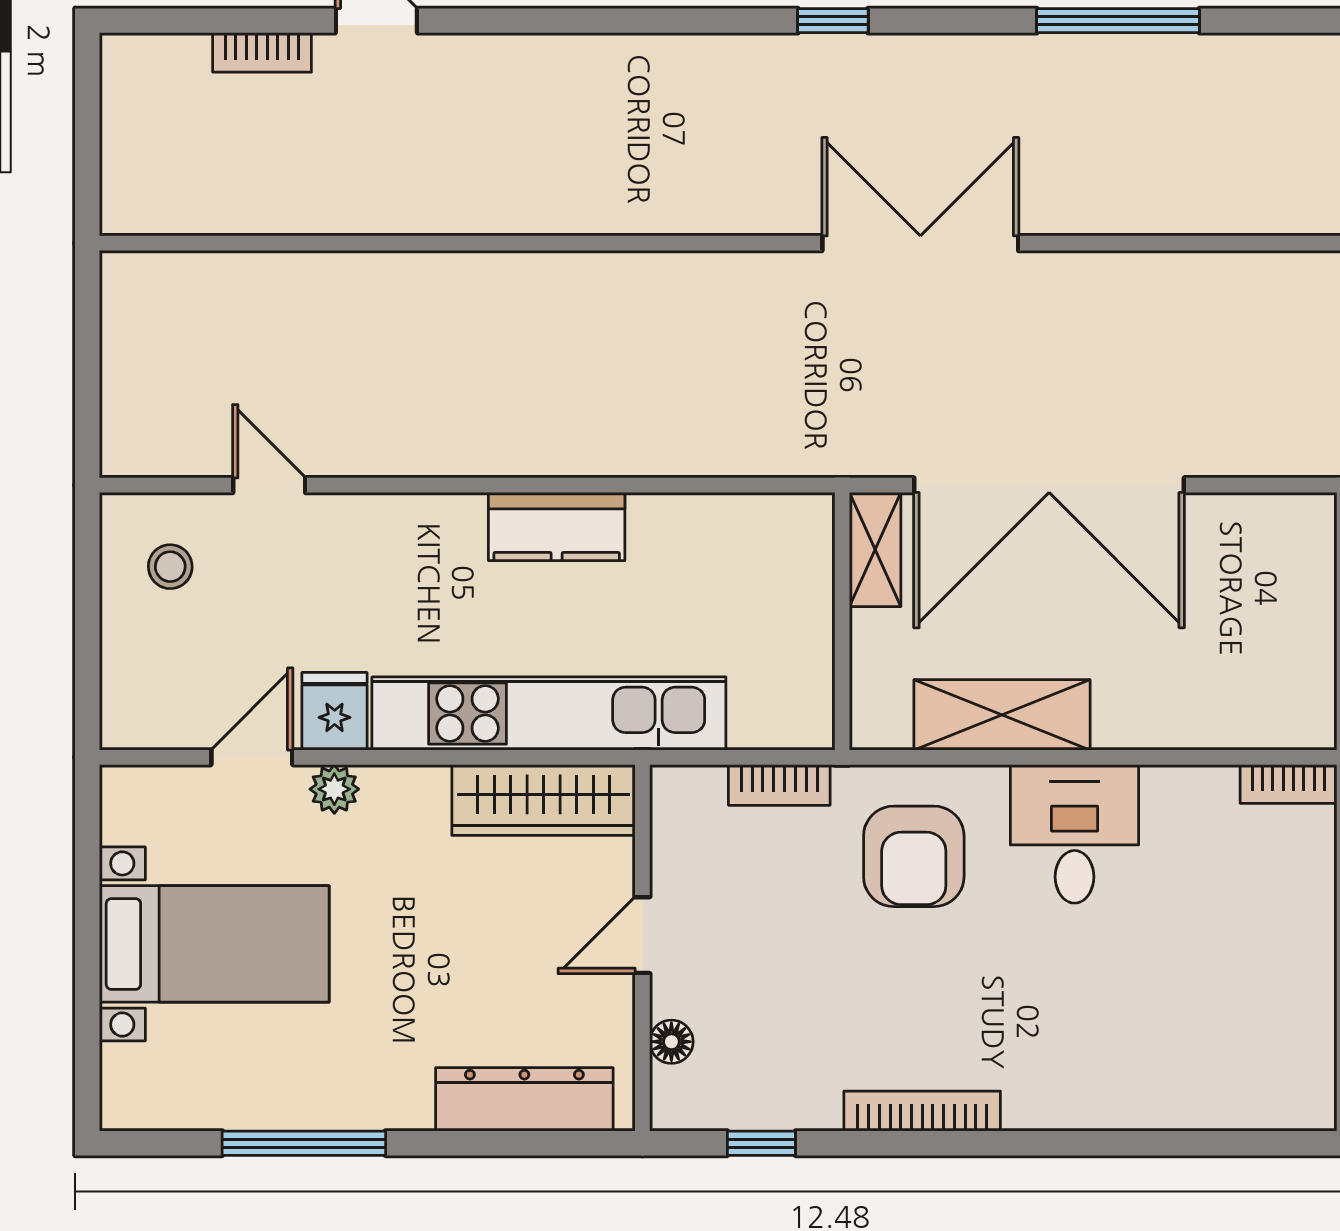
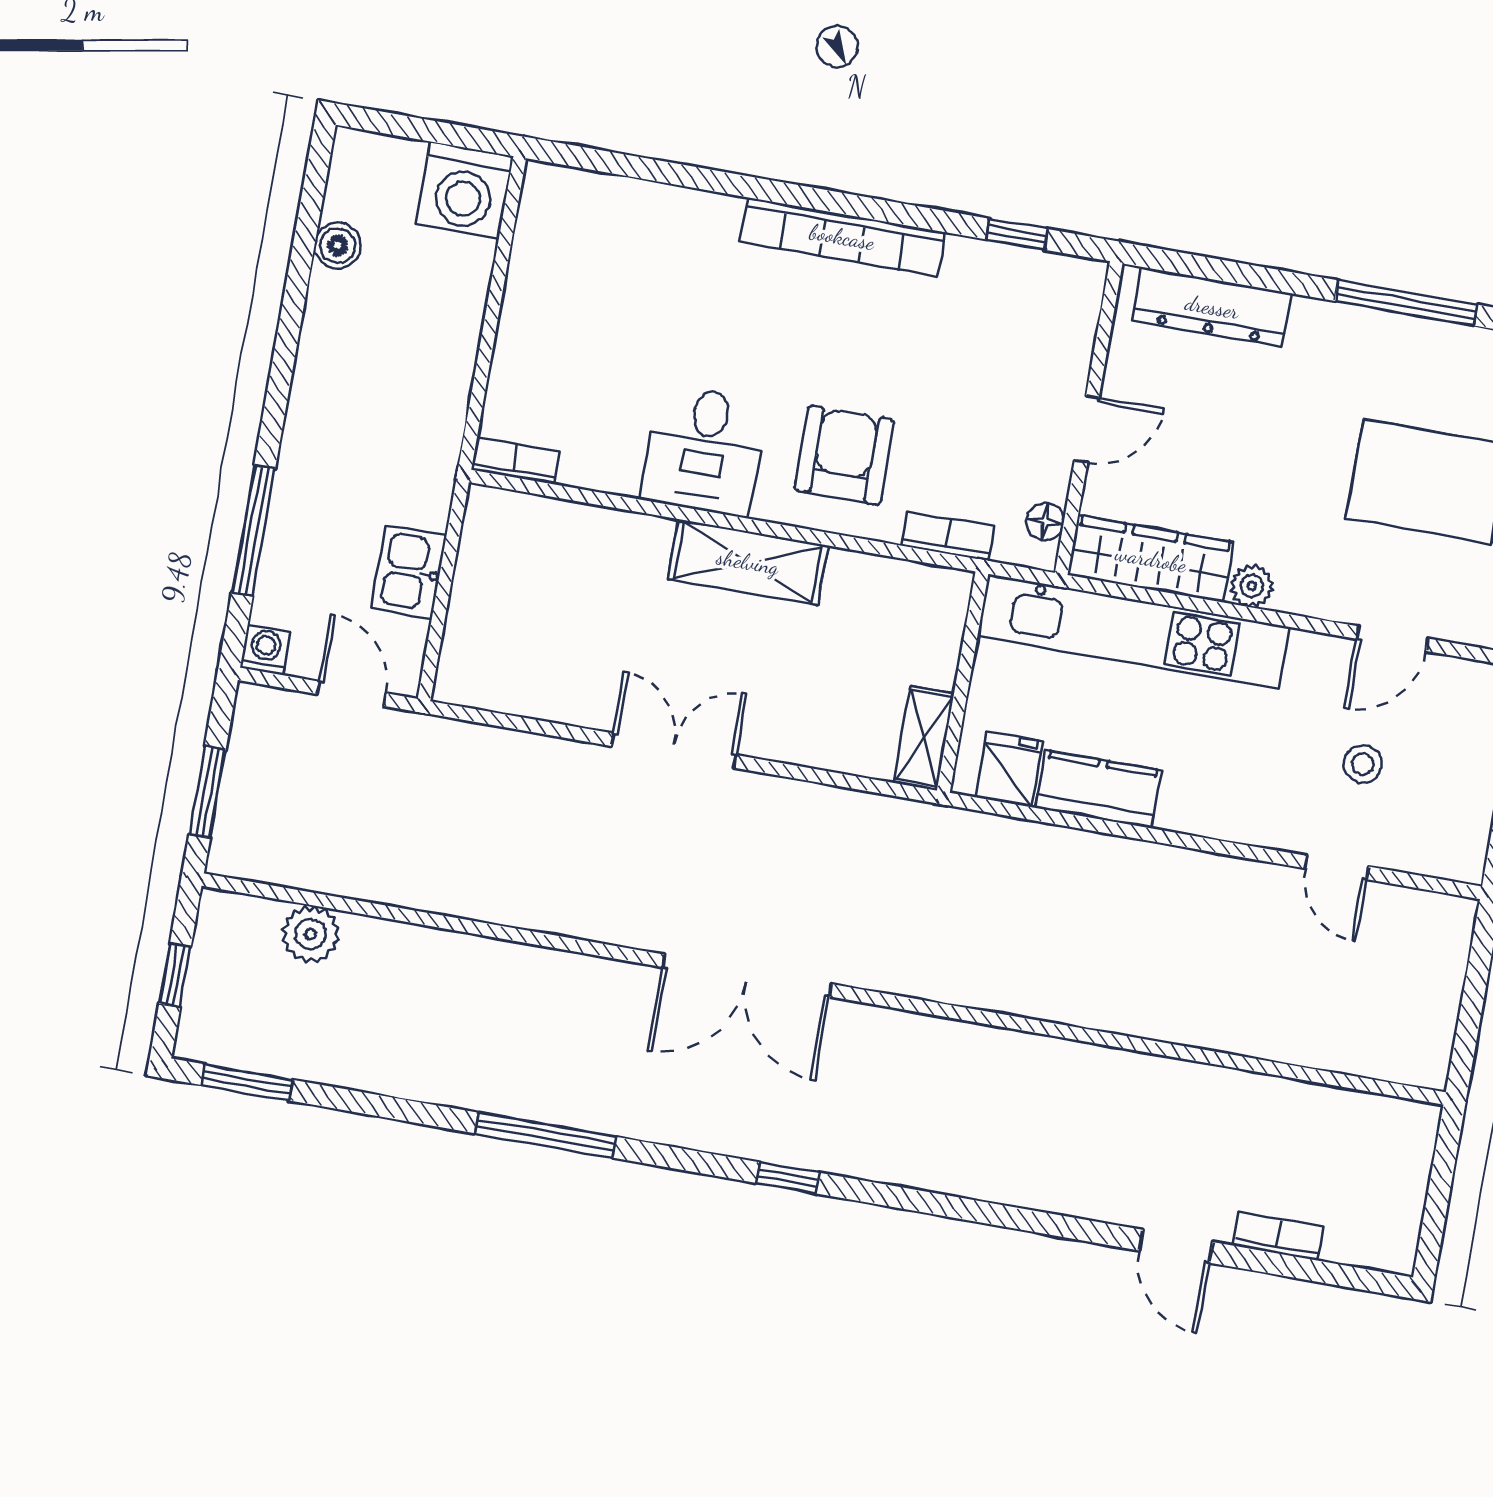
double door: (1049, 485) -> (674, 751), width x0.54
shelving: (875, 550) -> (924, 738), moved
stool: (170, 567) -> (1363, 764), moved
wall: (842, 621) -> (963, 682), moved
fridge: (335, 711) -> (1009, 769), moved, turned 180
plant: (334, 789) -> (1252, 586), moved
floor lamp: (671, 1042) -> (1045, 522), moved
bookcase: (922, 1111) -> (842, 237), width x1.48, depth x1.31

